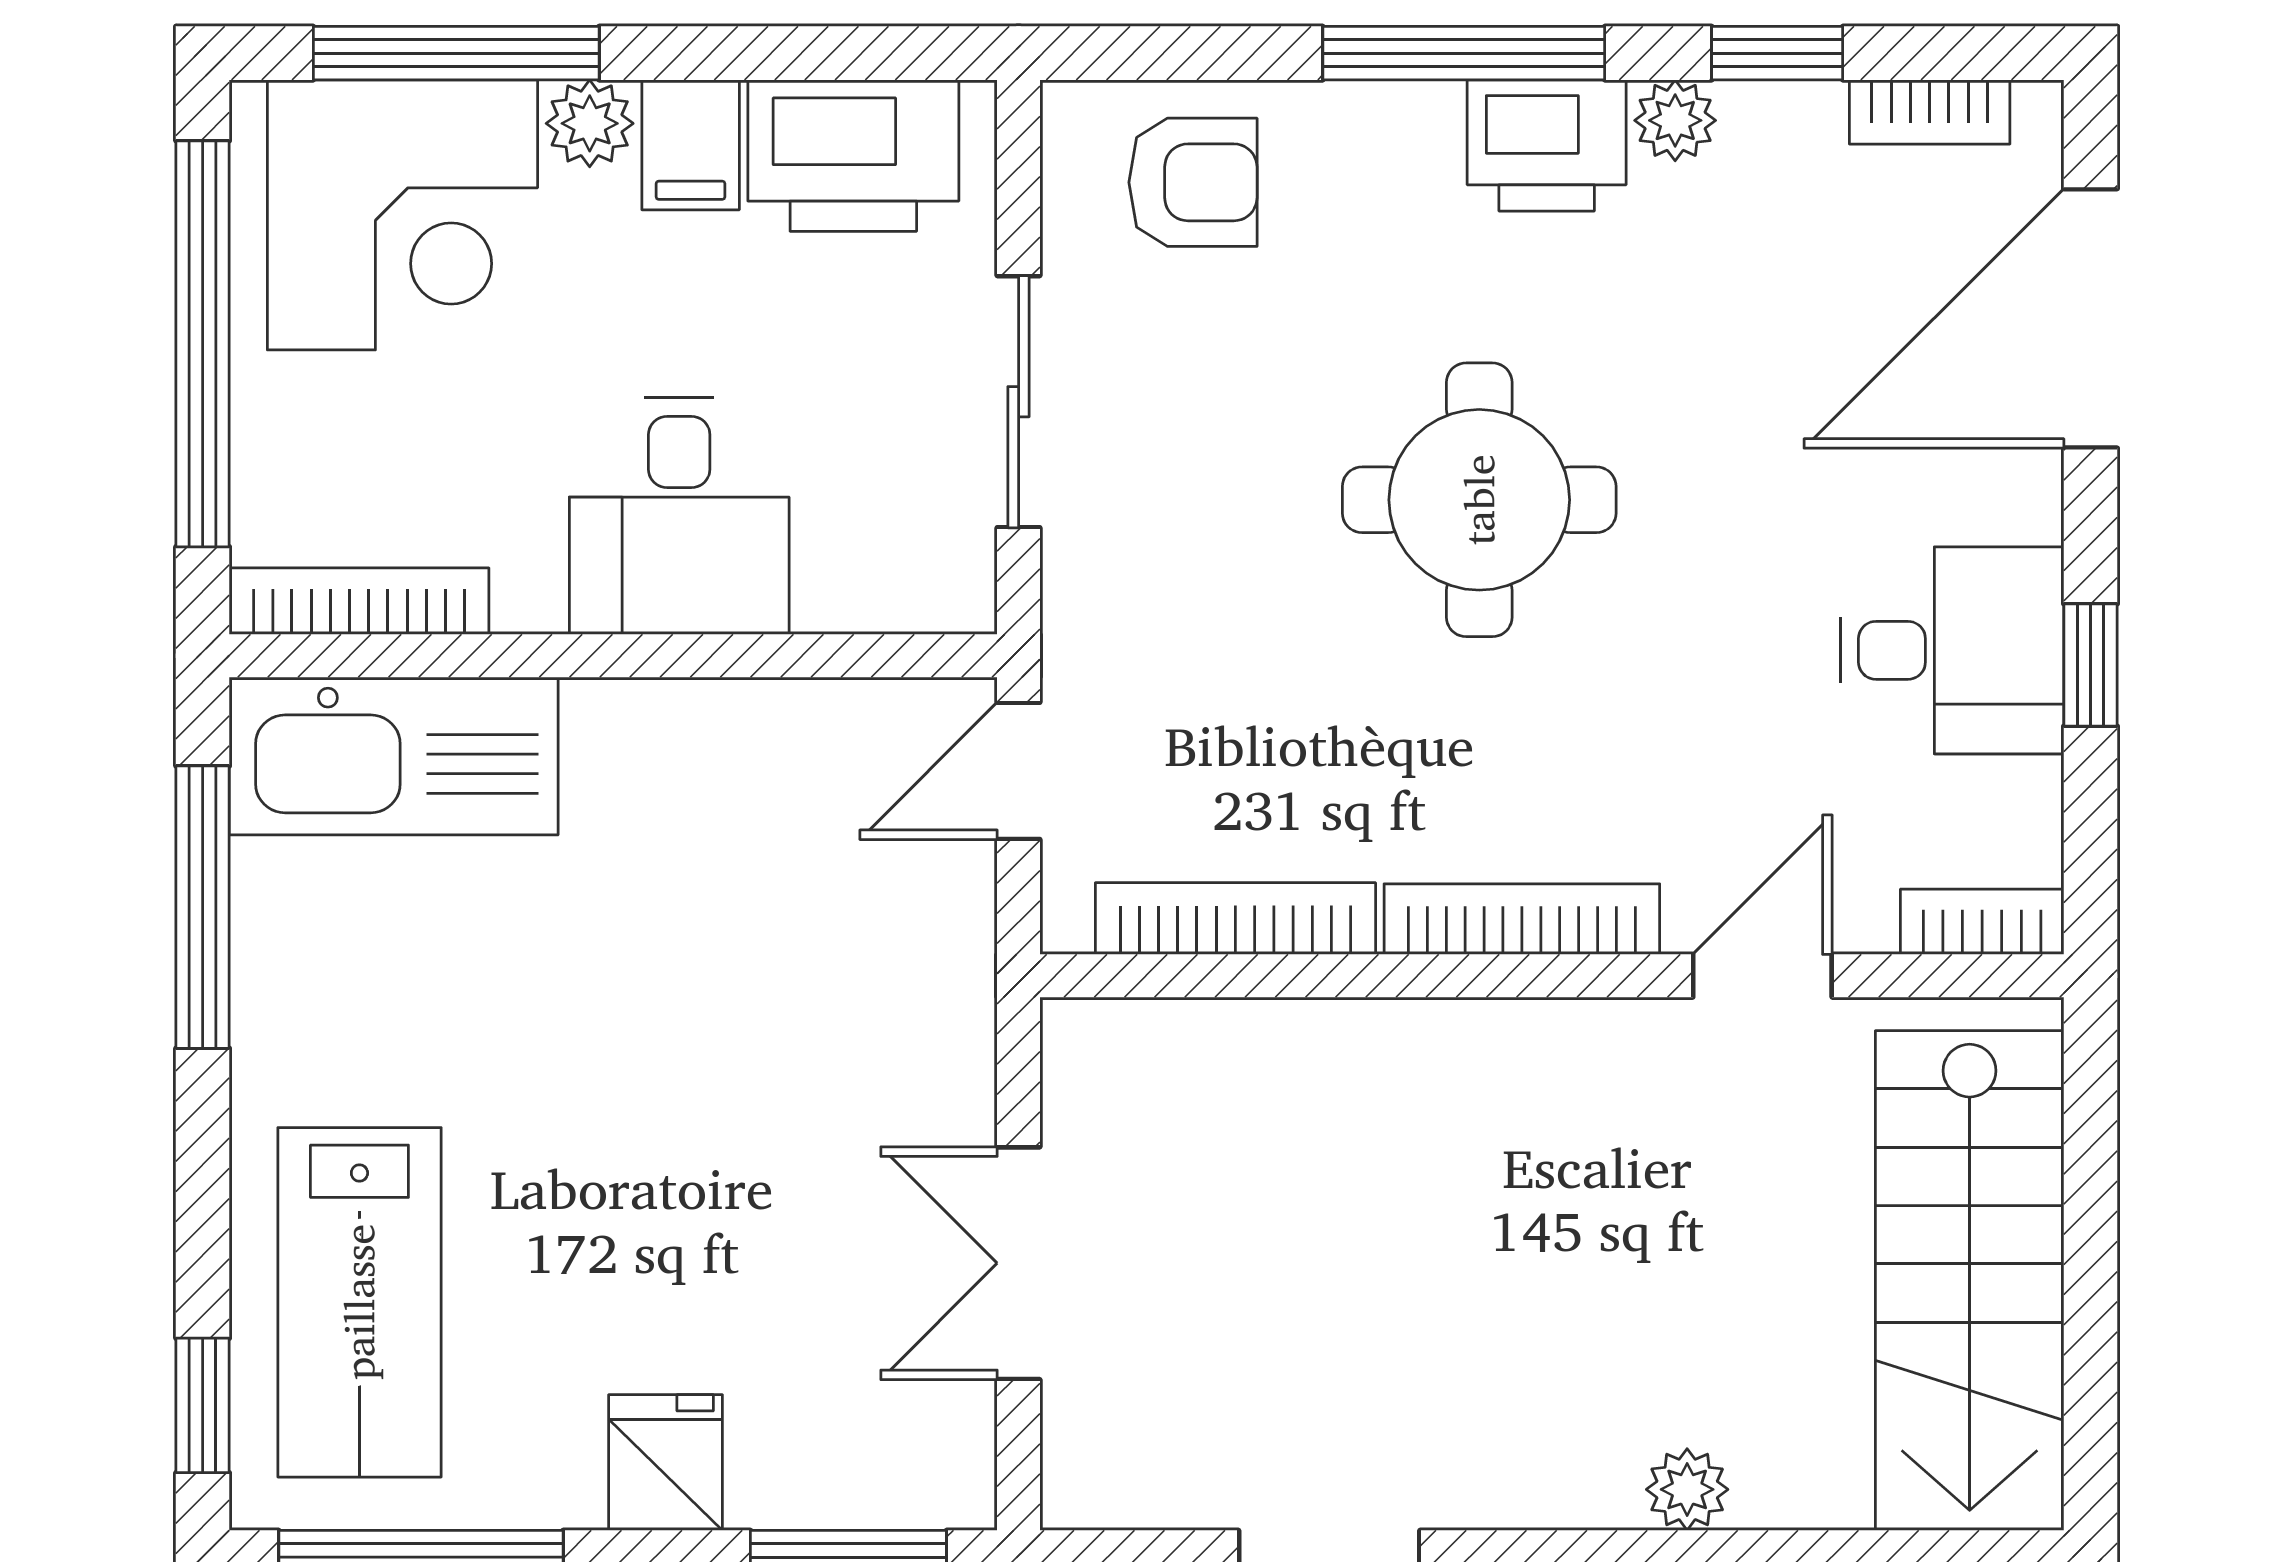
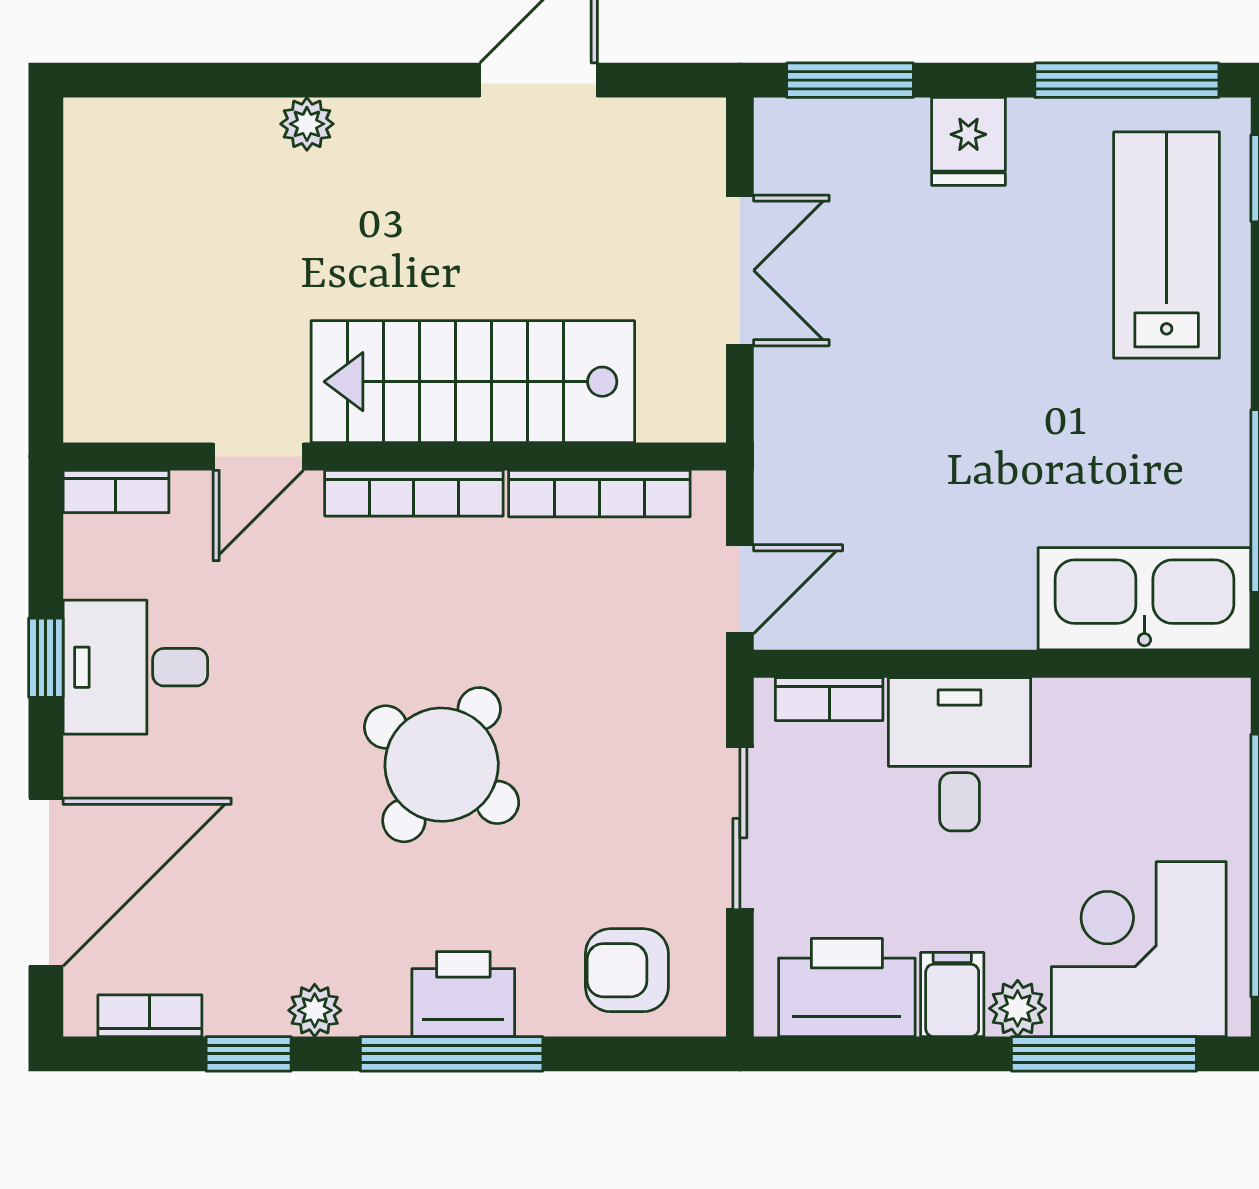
printer: (1547, 145) -> (463, 994), moved
round table: (1479, 500) -> (442, 765), turned 34
bookcase: (359, 601) -> (829, 699), moved, width x0.64
stairs: (1970, 1281) -> (473, 382), moved, turned -90

